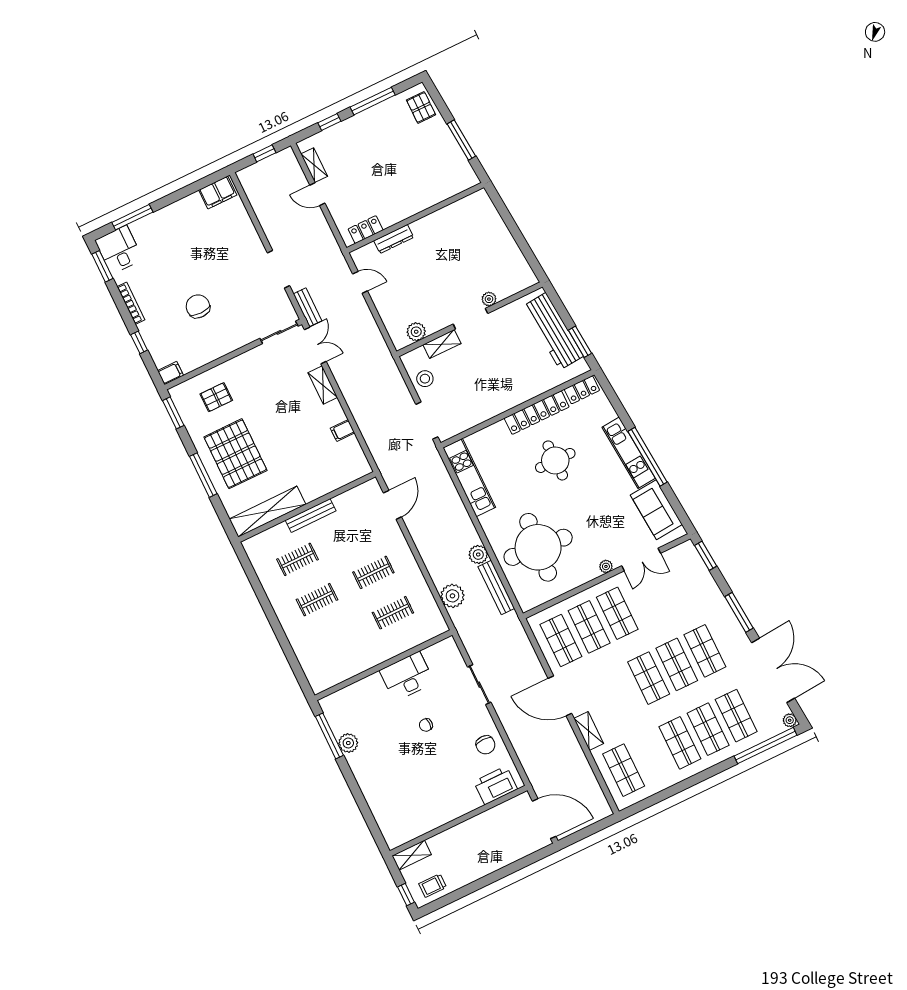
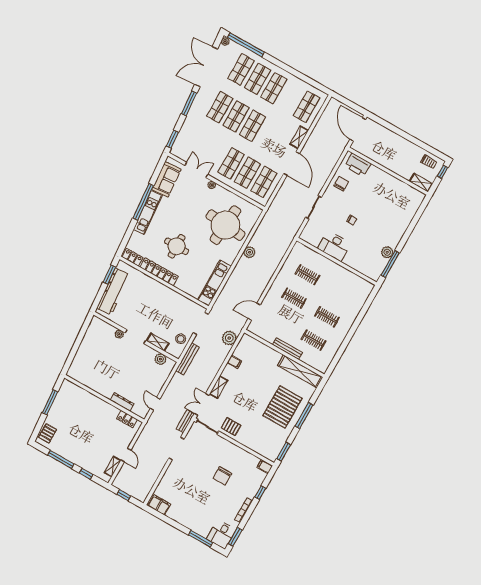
pallet: (216, 397) -> (231, 427), moved
bench: (496, 587) -> (187, 359), moved
plant: (452, 596) -> (229, 338), moved

